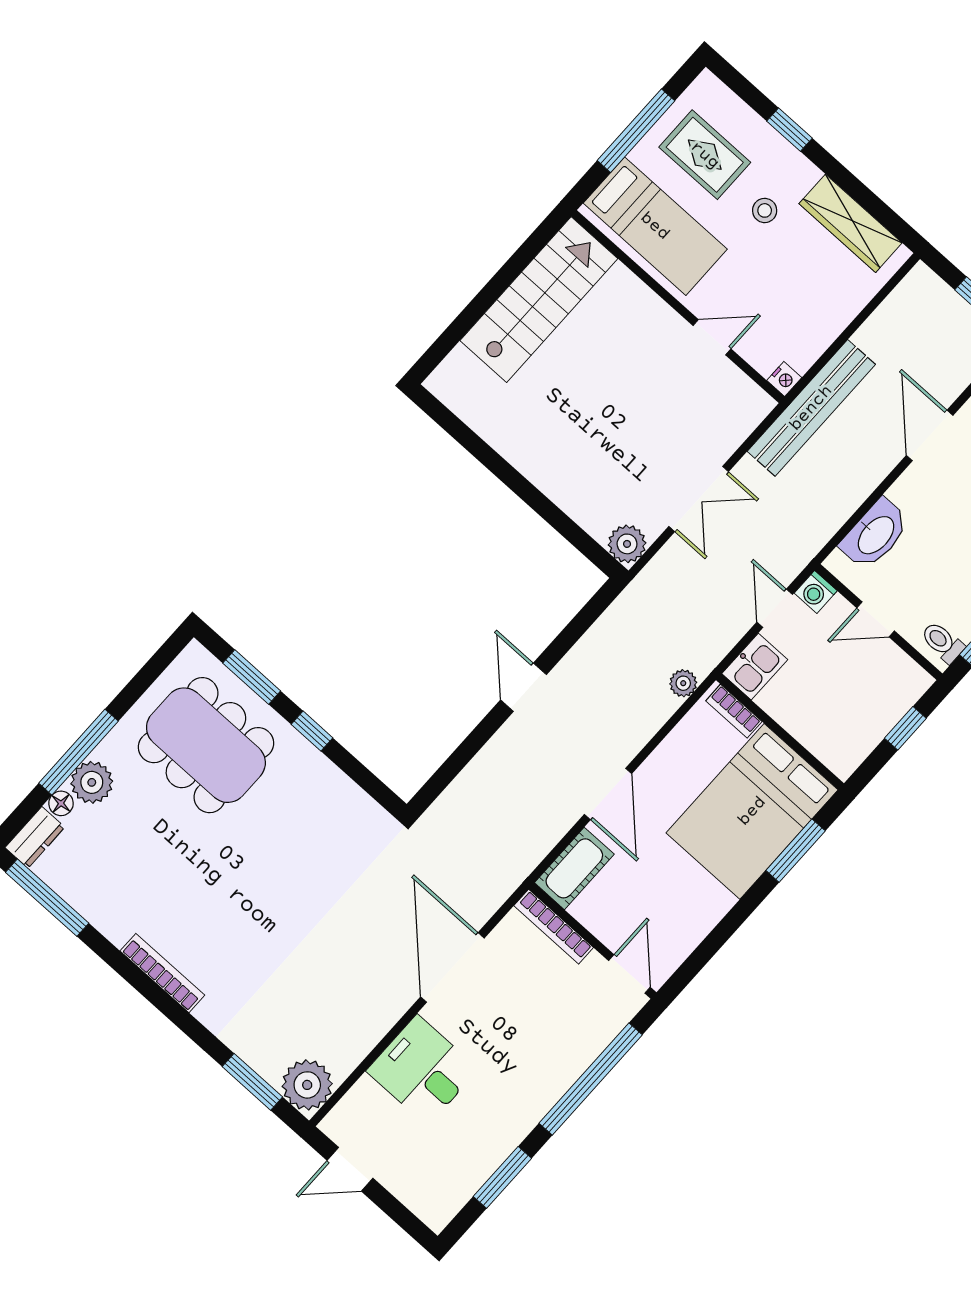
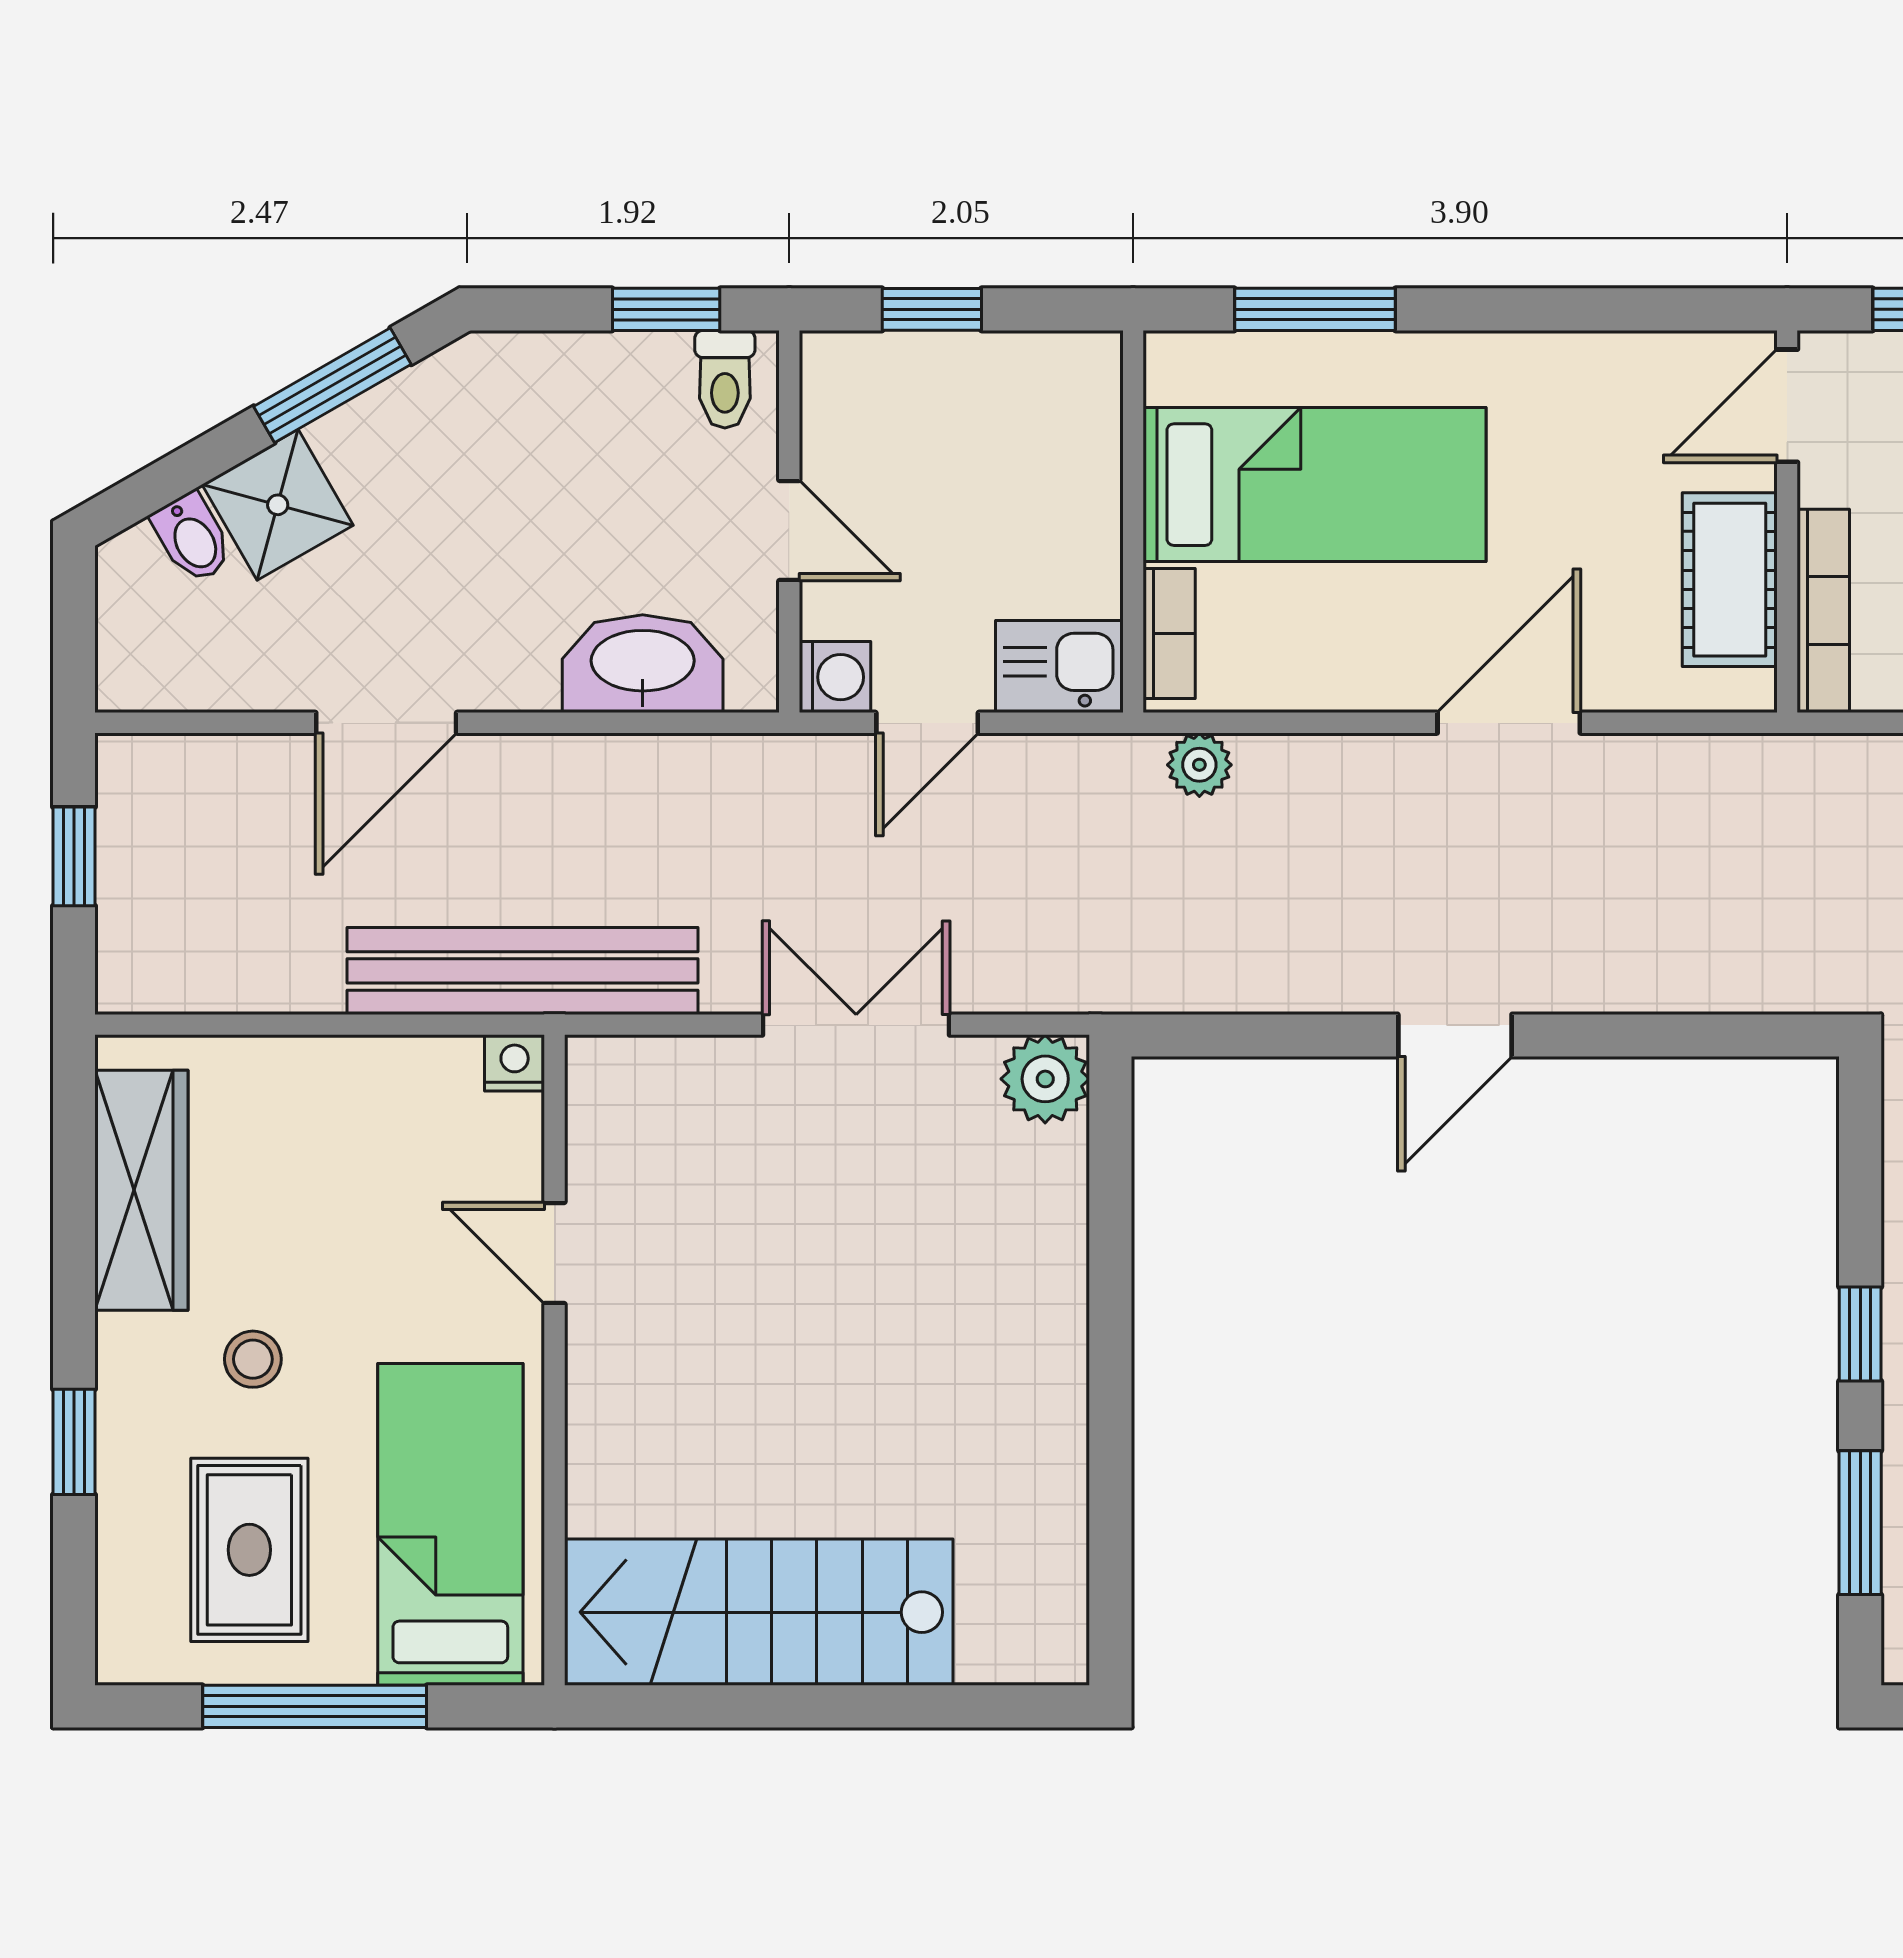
bed: (752, 811) -> (1315, 485), width x0.67
cot: (574, 868) -> (1730, 580), moved, turned 90

